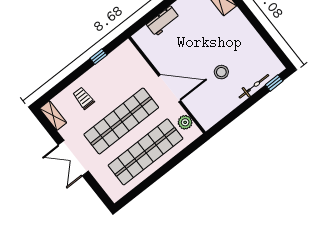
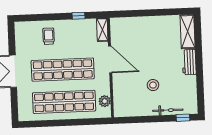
workbench: (163, 21) -> (189, 62), moved, turned 90
door: (169, 88) -> (110, 59), moved
shelving: (53, 116) -> (102, 30), moved

